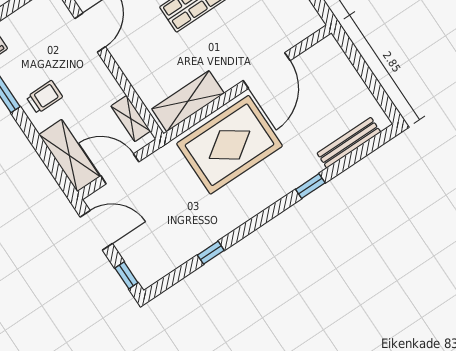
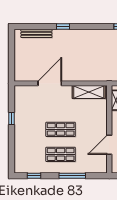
rug: (229, 145) -> (84, 64), removed

